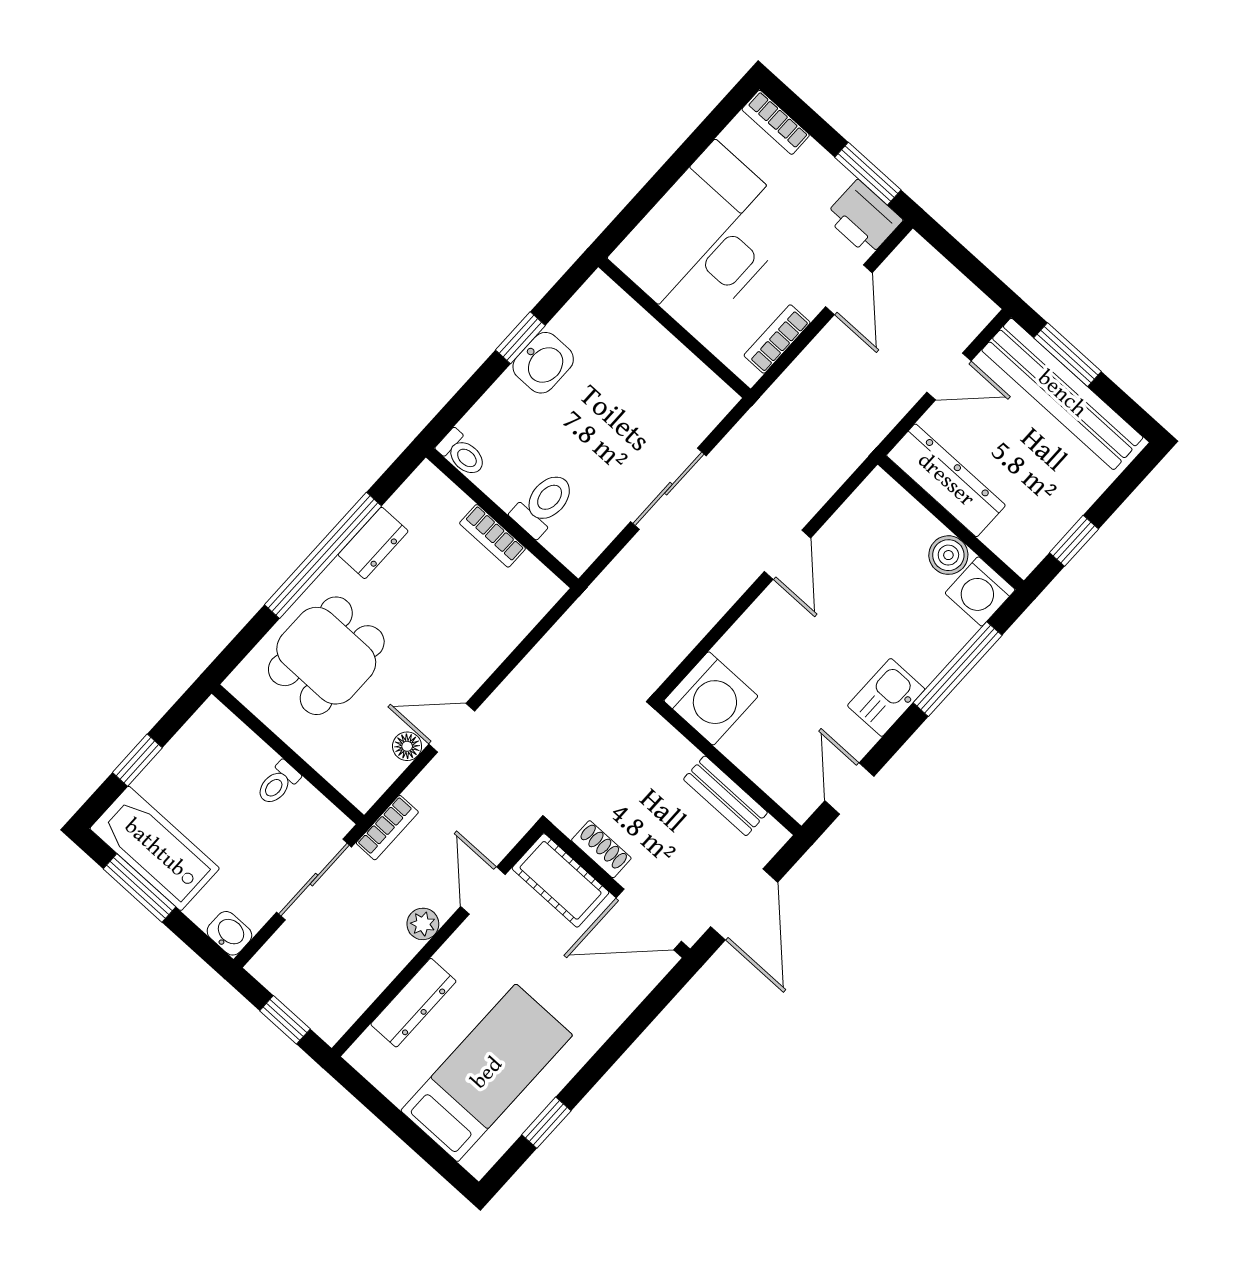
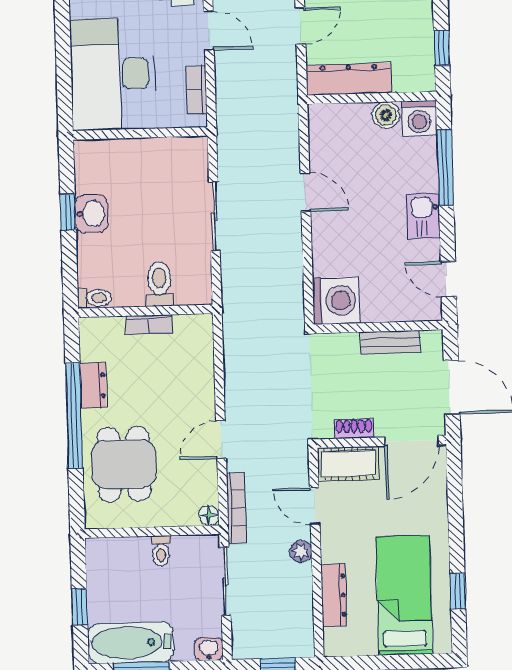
floor lamp: (407, 746) -> (209, 515), moved
bookcase: (387, 828) -> (236, 508), width x1.56

